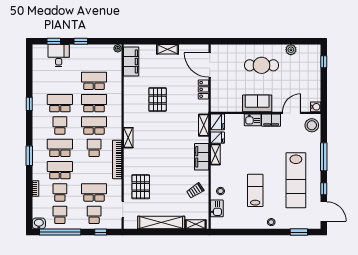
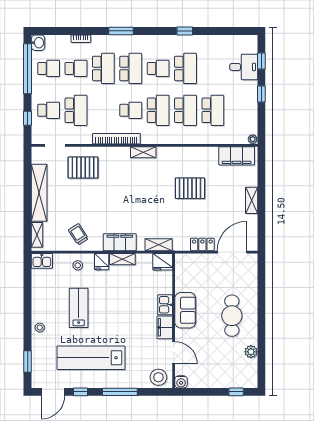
fridge: (217, 138) -> (102, 262), moved
lab bench: (255, 190) -> (79, 308), turned -90
kitchen sink: (217, 208) -> (42, 261), moved

